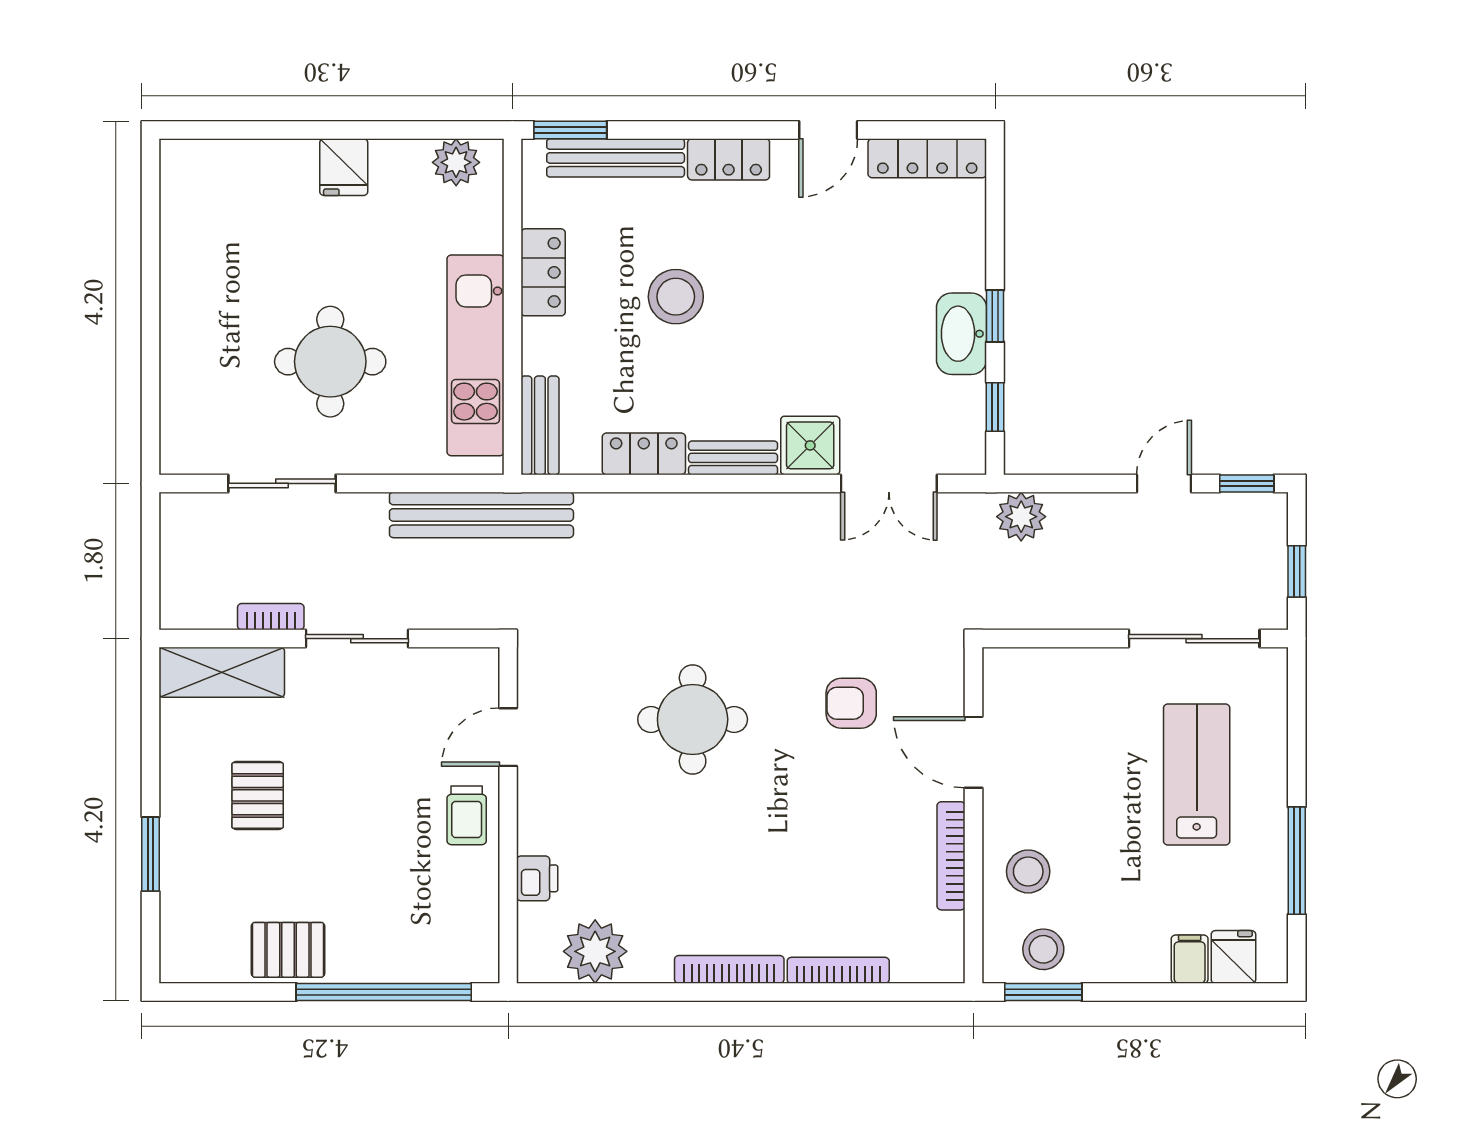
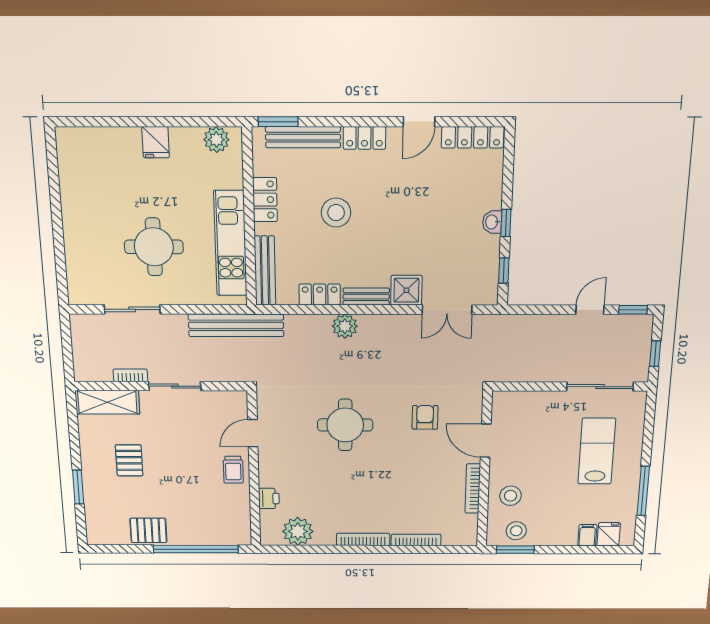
washbasin: (961, 334) -> (492, 222), width x0.52, depth x0.69
bench: (540, 425) -> (265, 271), width x1.36
plant: (1021, 517) -> (345, 326), moved
armchair: (851, 703) -> (425, 417), turned 90

